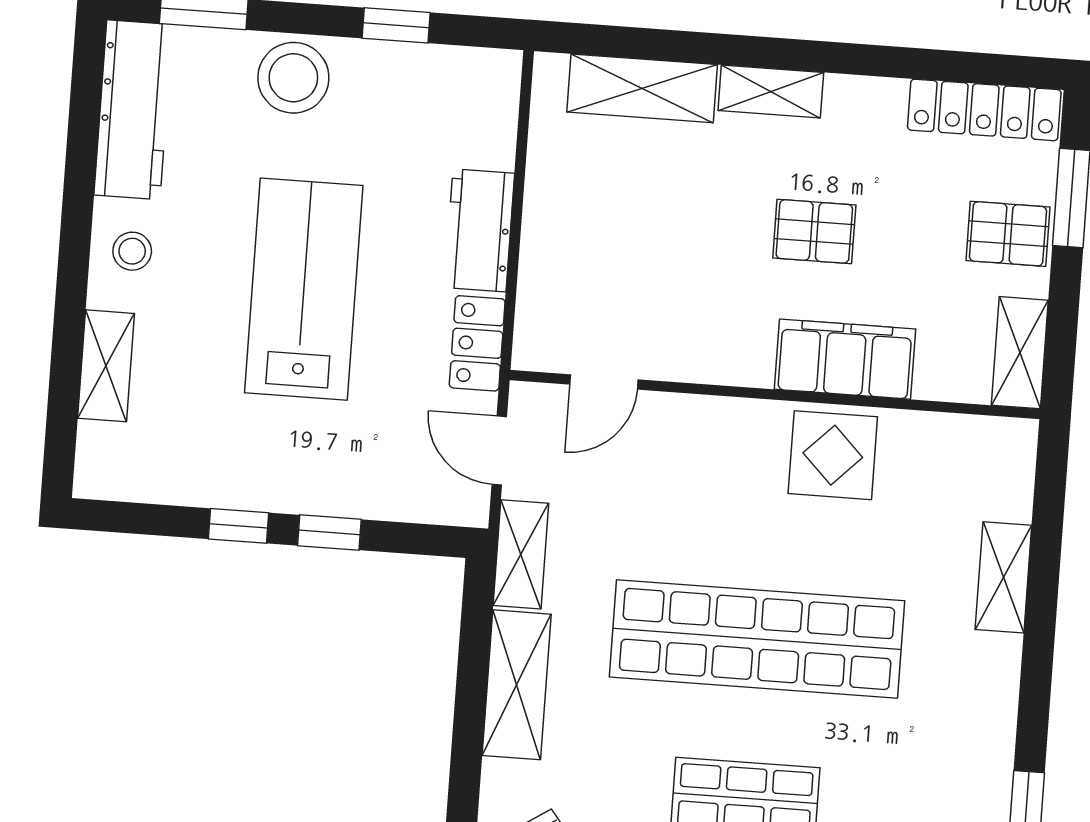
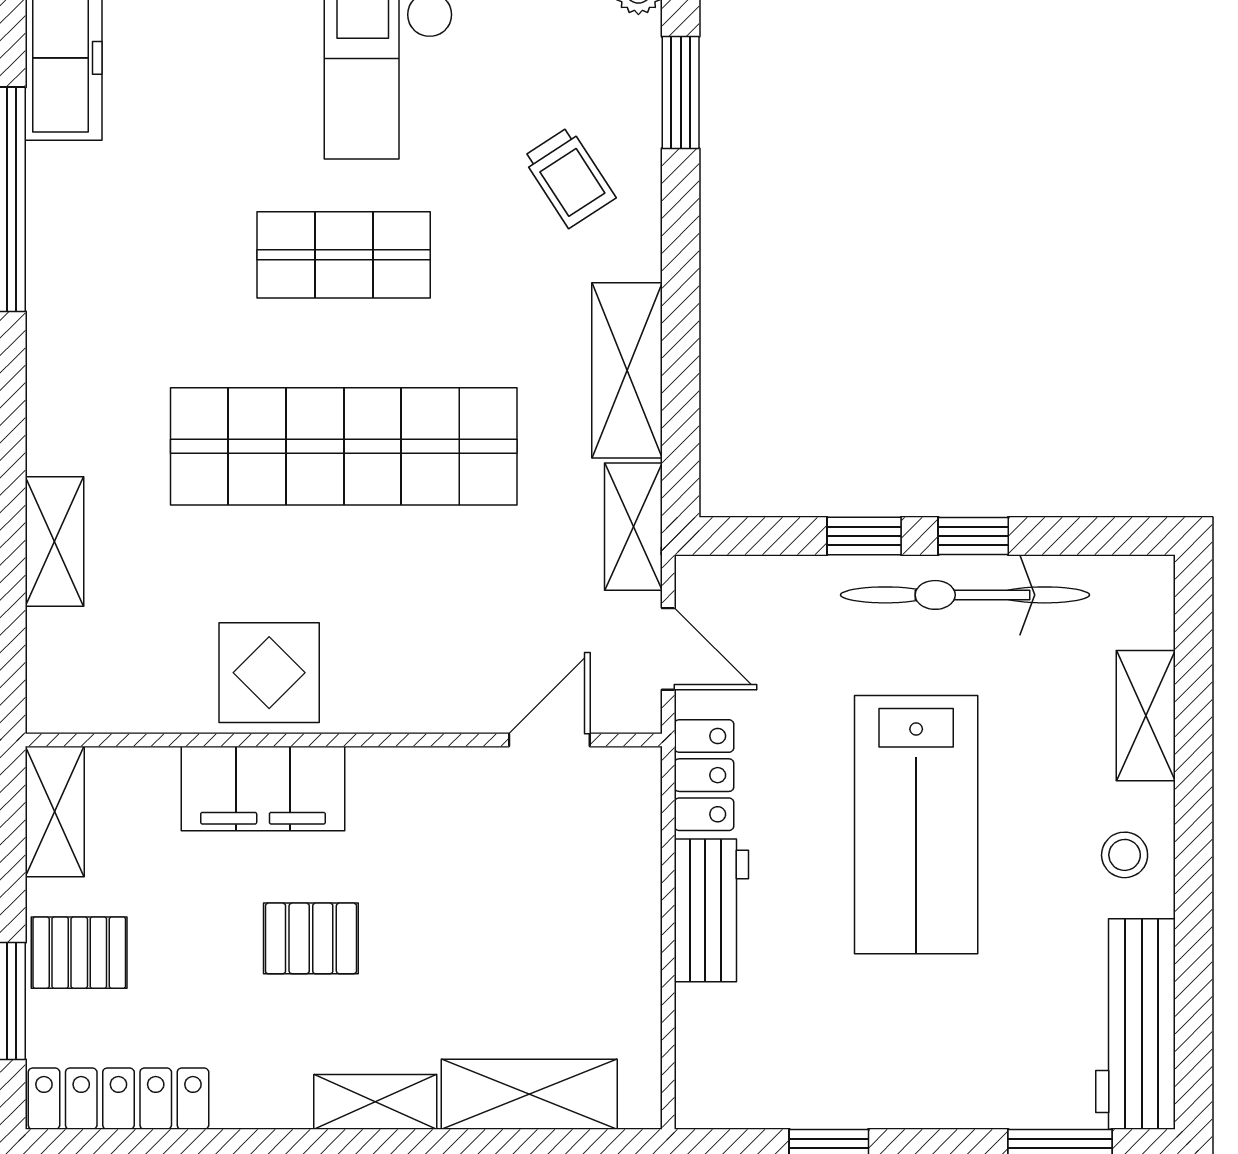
stool: (293, 78) -> (947, 1076), removed
bicycle: (249, 477) -> (965, 595), added

